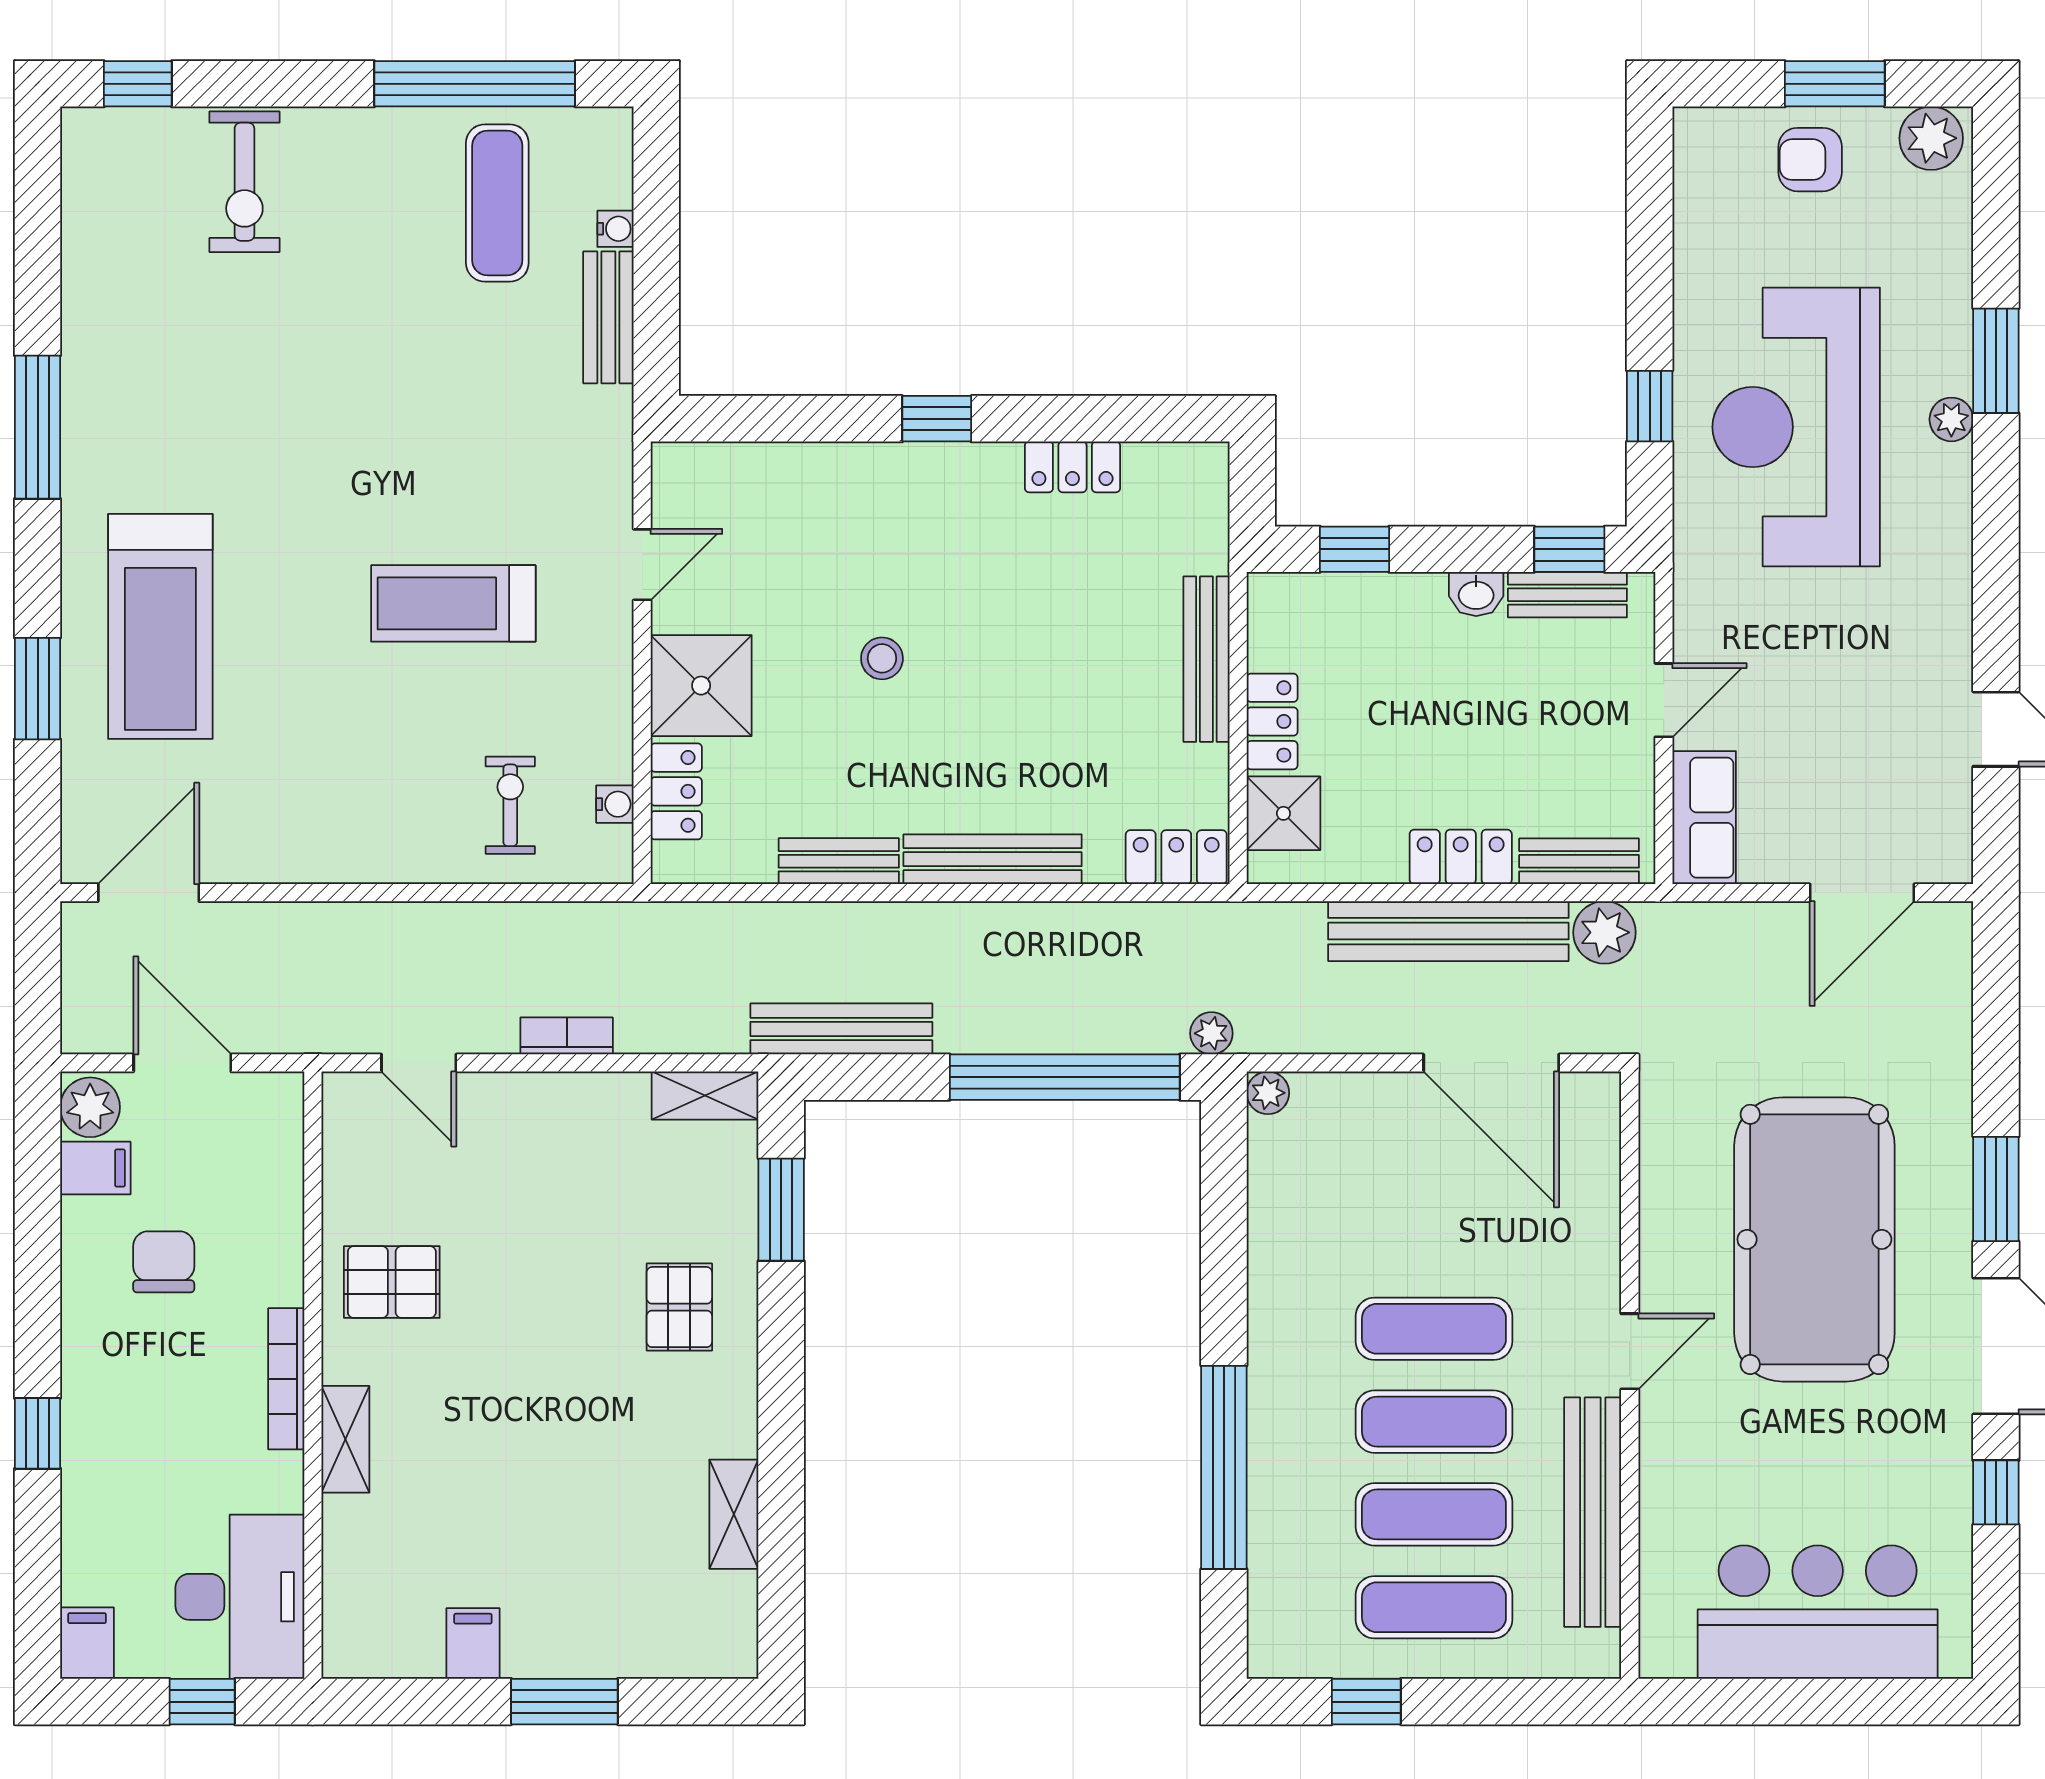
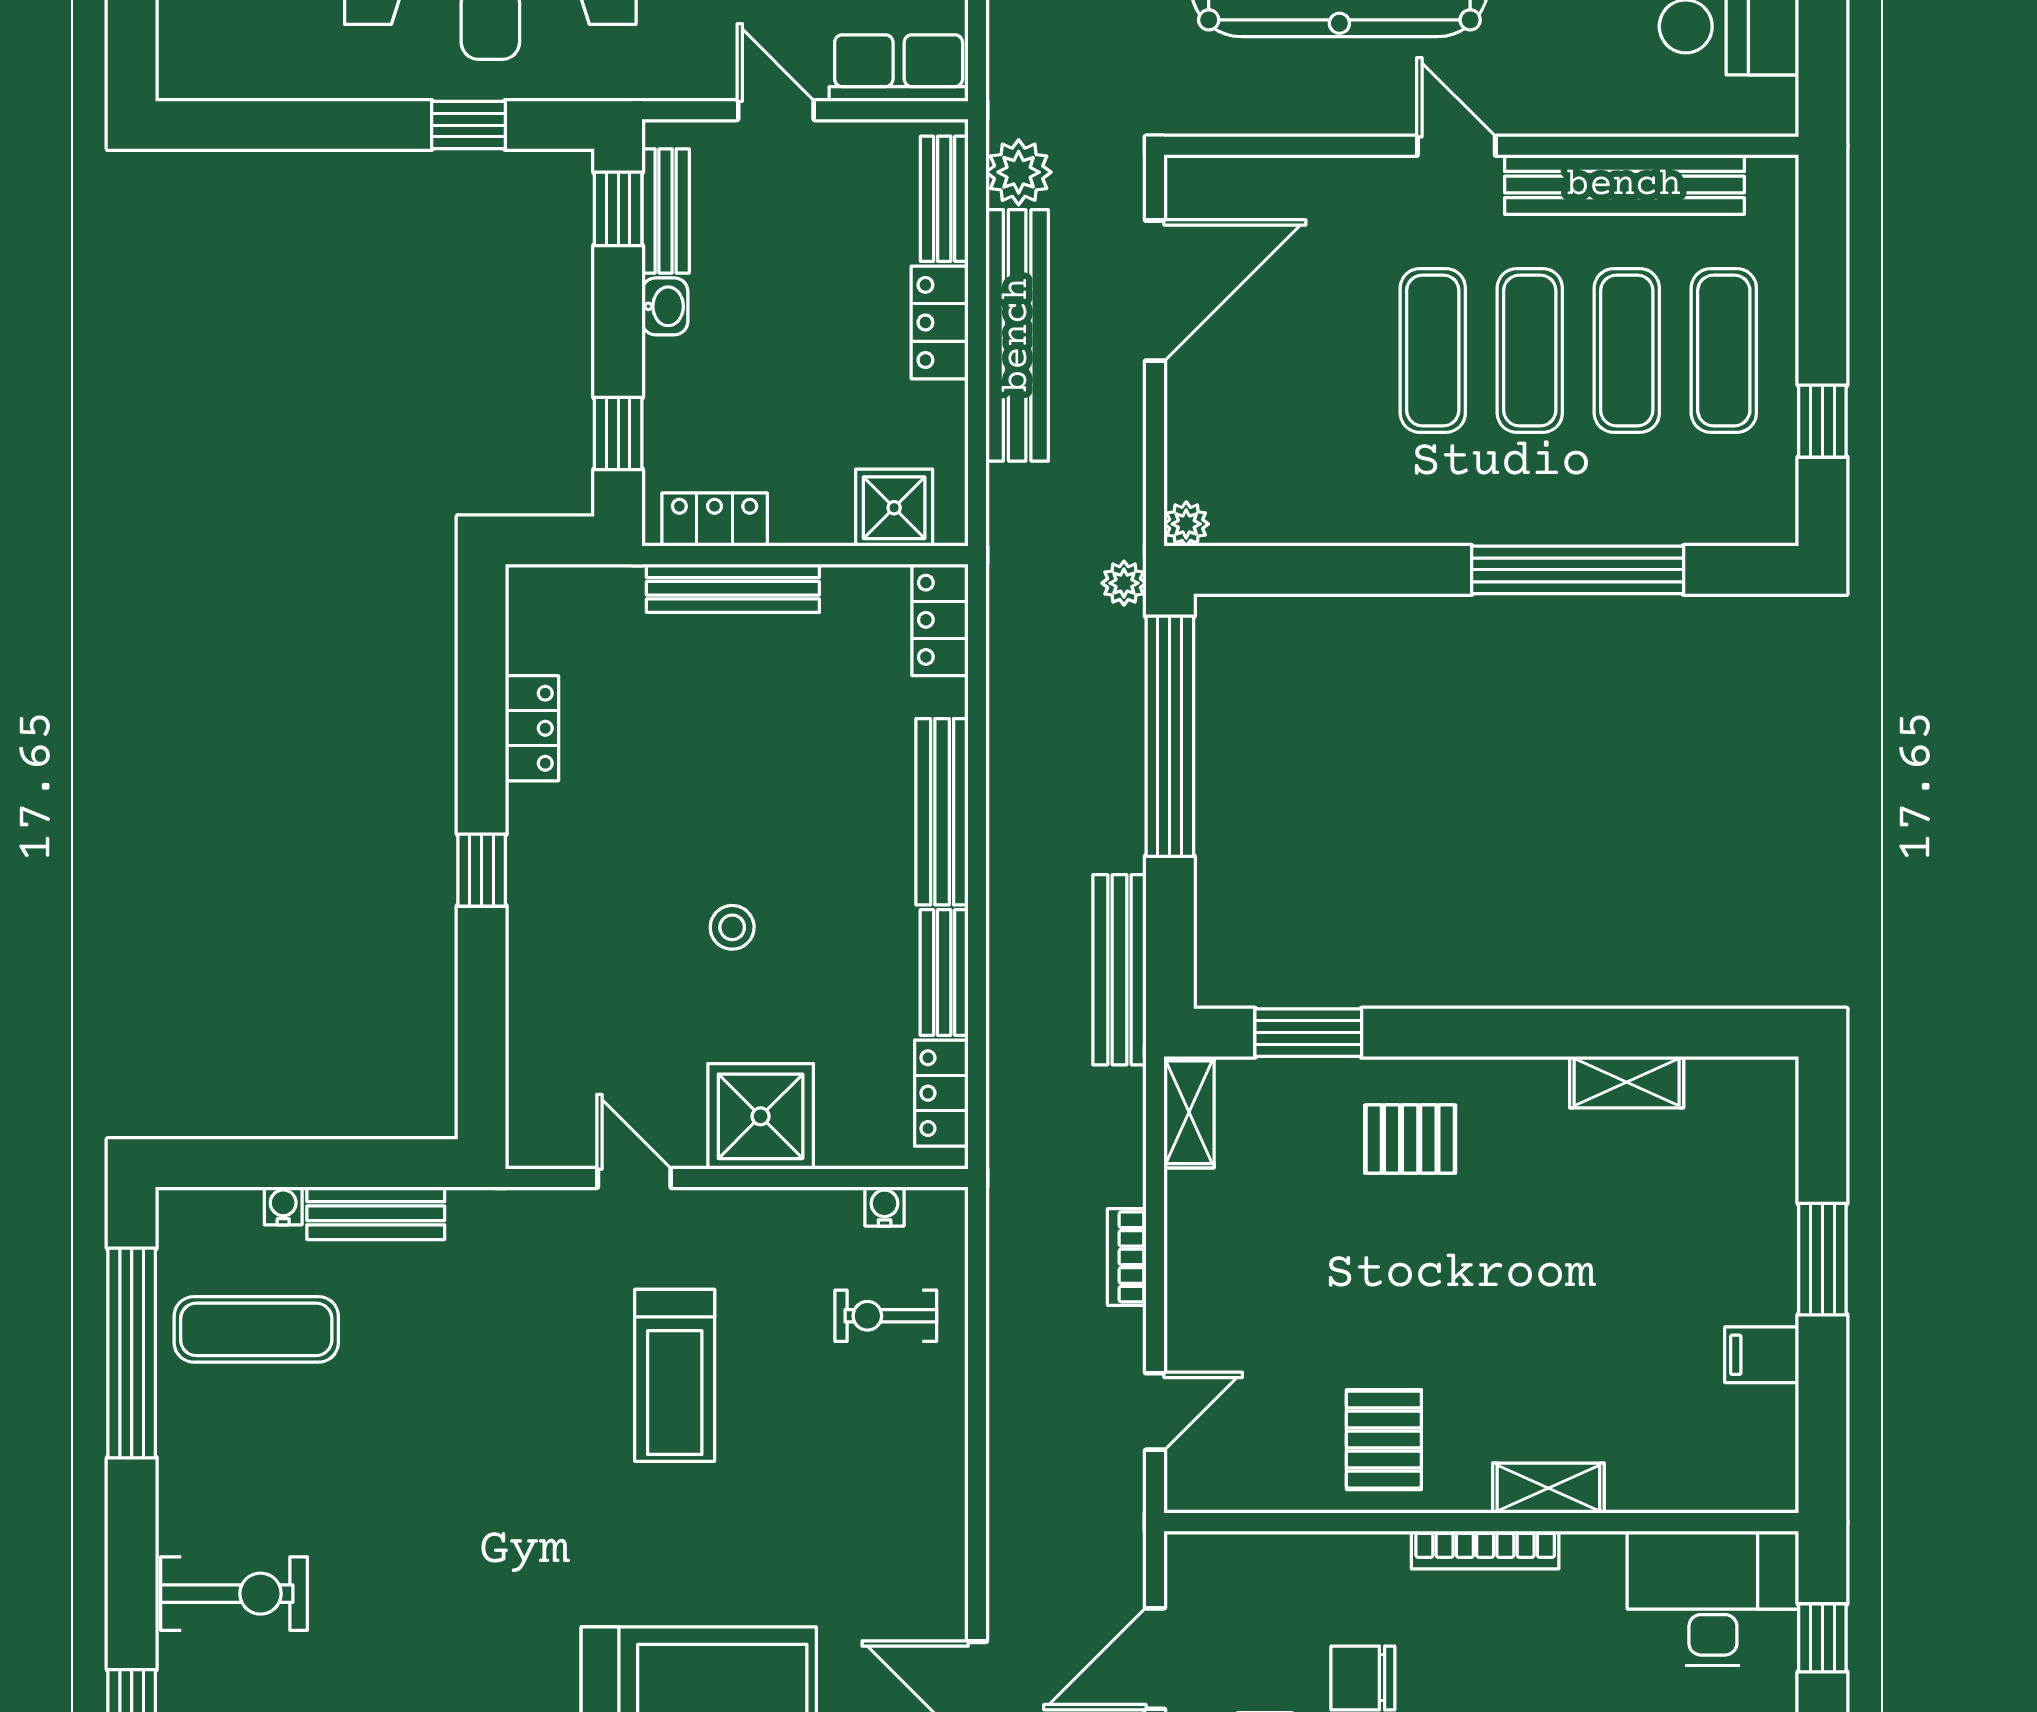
locker: (1272, 721) -> (715, 520), moved
locker: (676, 791) -> (941, 1093), moved, turned -90

